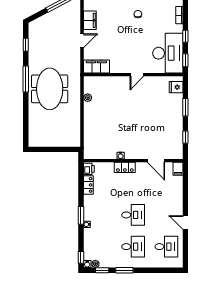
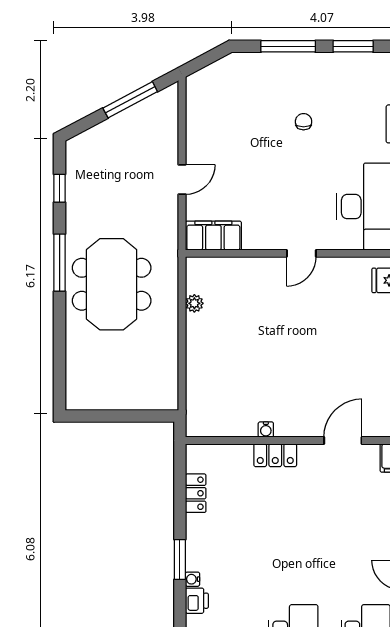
filing cabinet: (90, 20) -> (199, 135), removed
door: (156, 161) -> (343, 440), swing flipped
printer: (89, 169) -> (197, 601), moved
desk: (133, 215) -> (293, 559), removed

